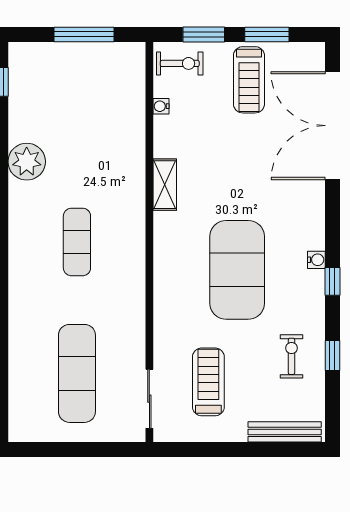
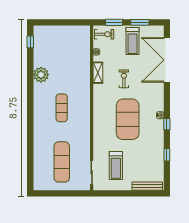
window: (84, 34) -> (65, 22), removed
shelving: (165, 185) -> (98, 73), moved
exercise bike: (291, 356) -> (124, 79), moved
treadmill: (208, 382) -> (116, 166), turned 180

